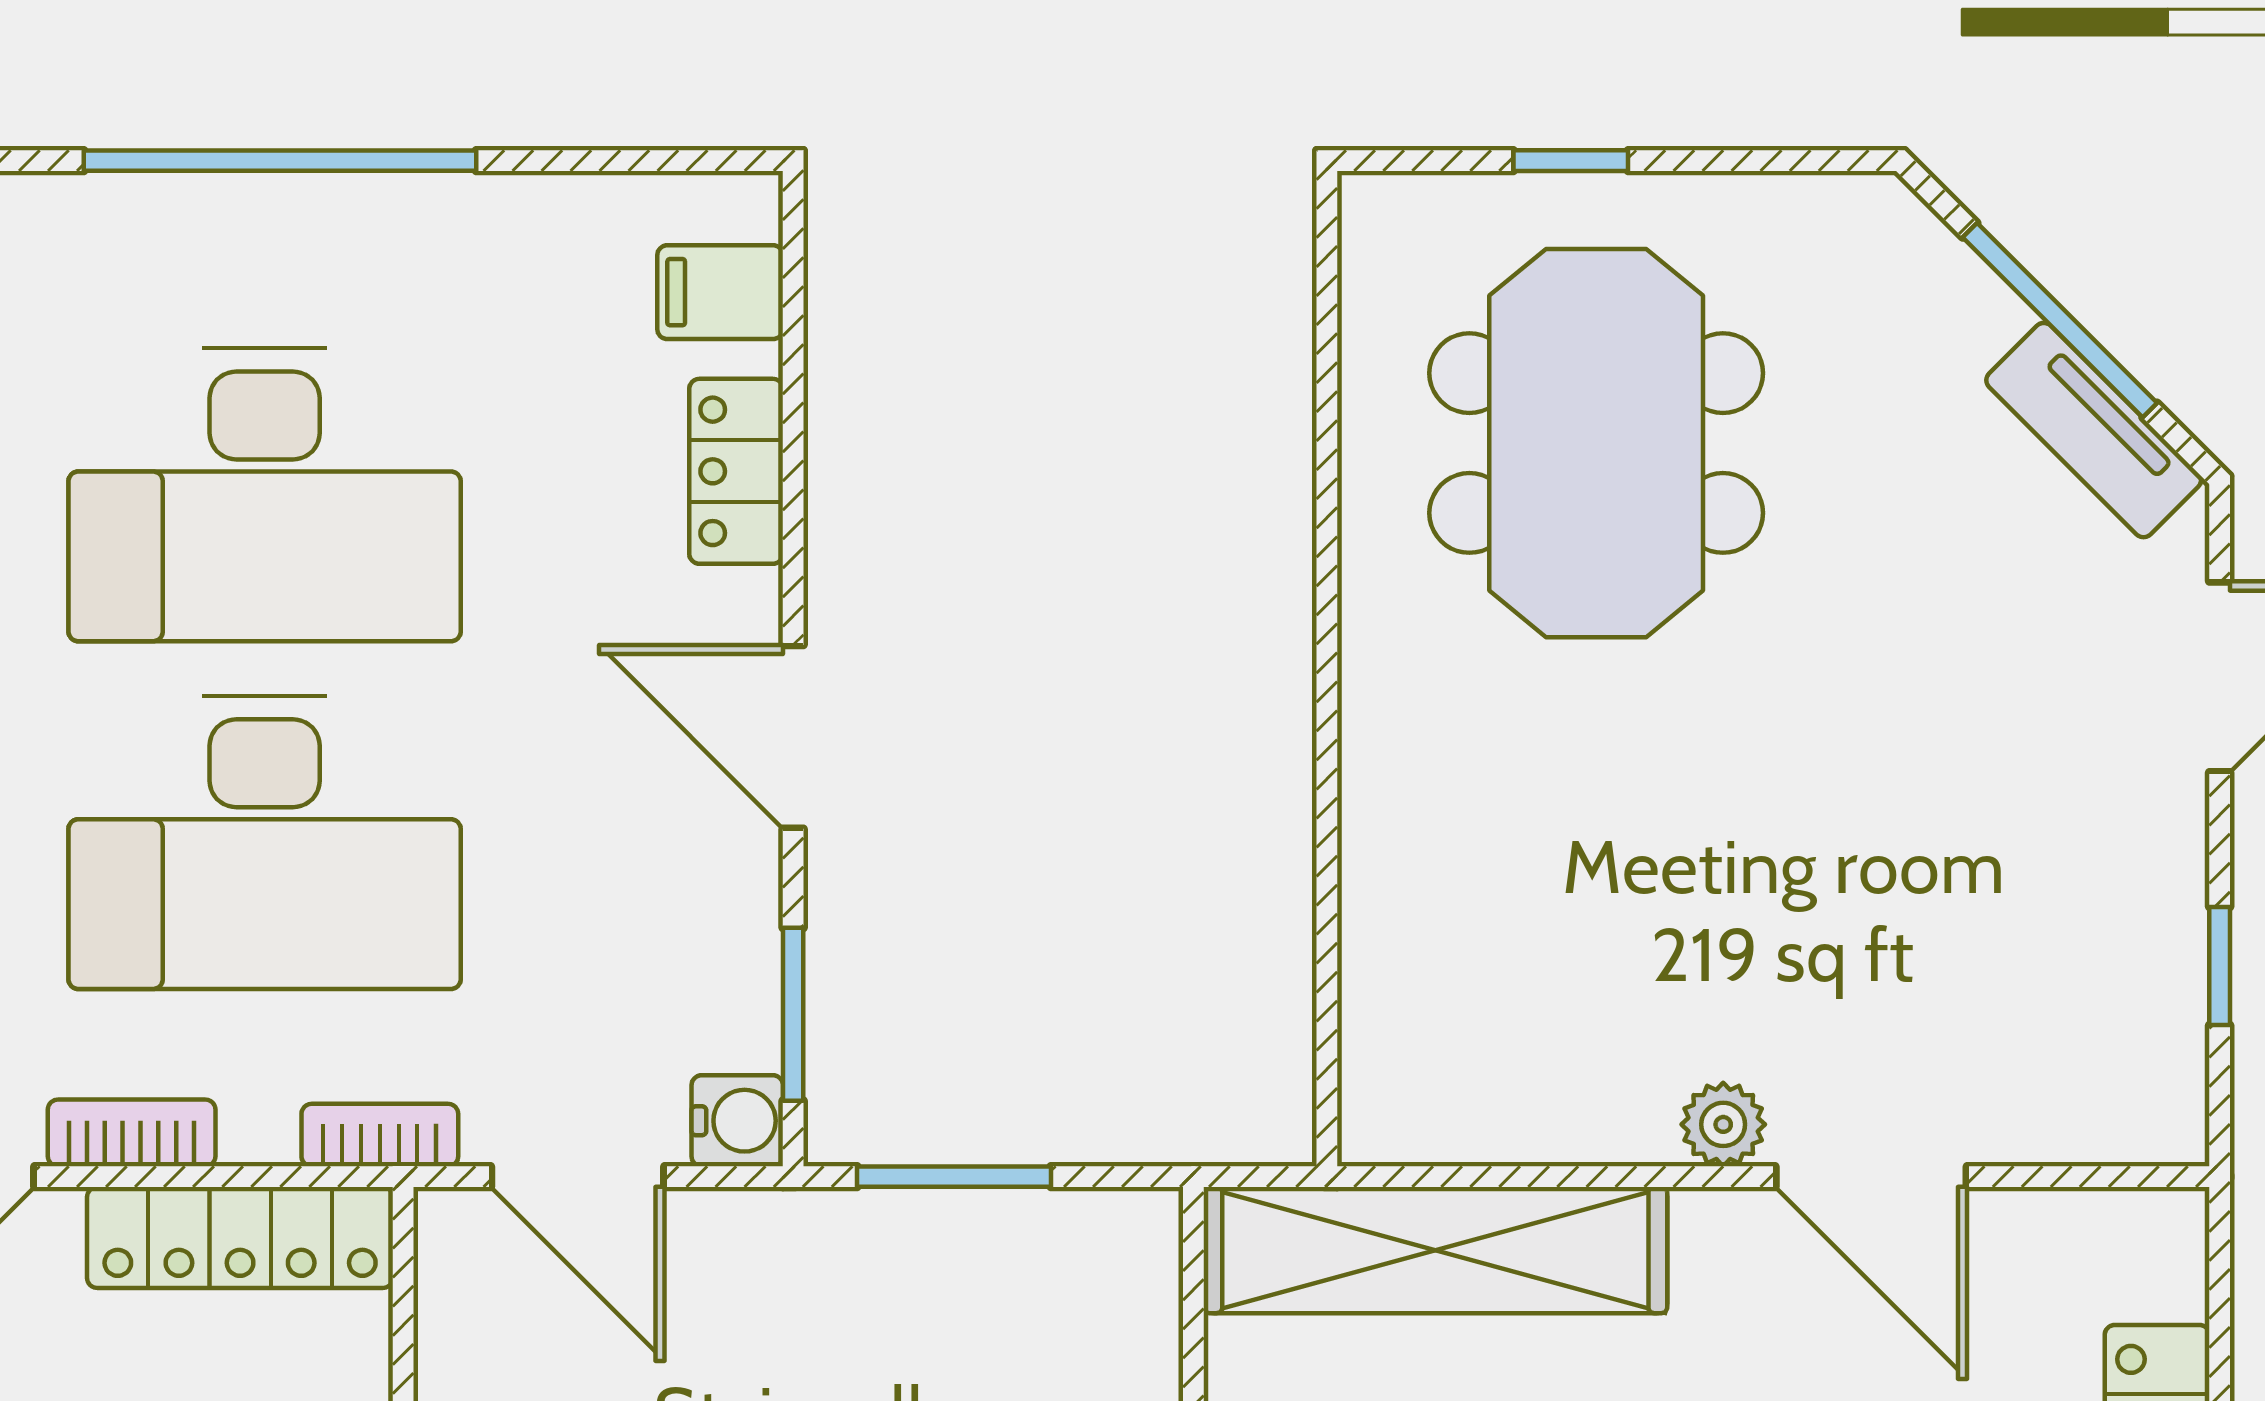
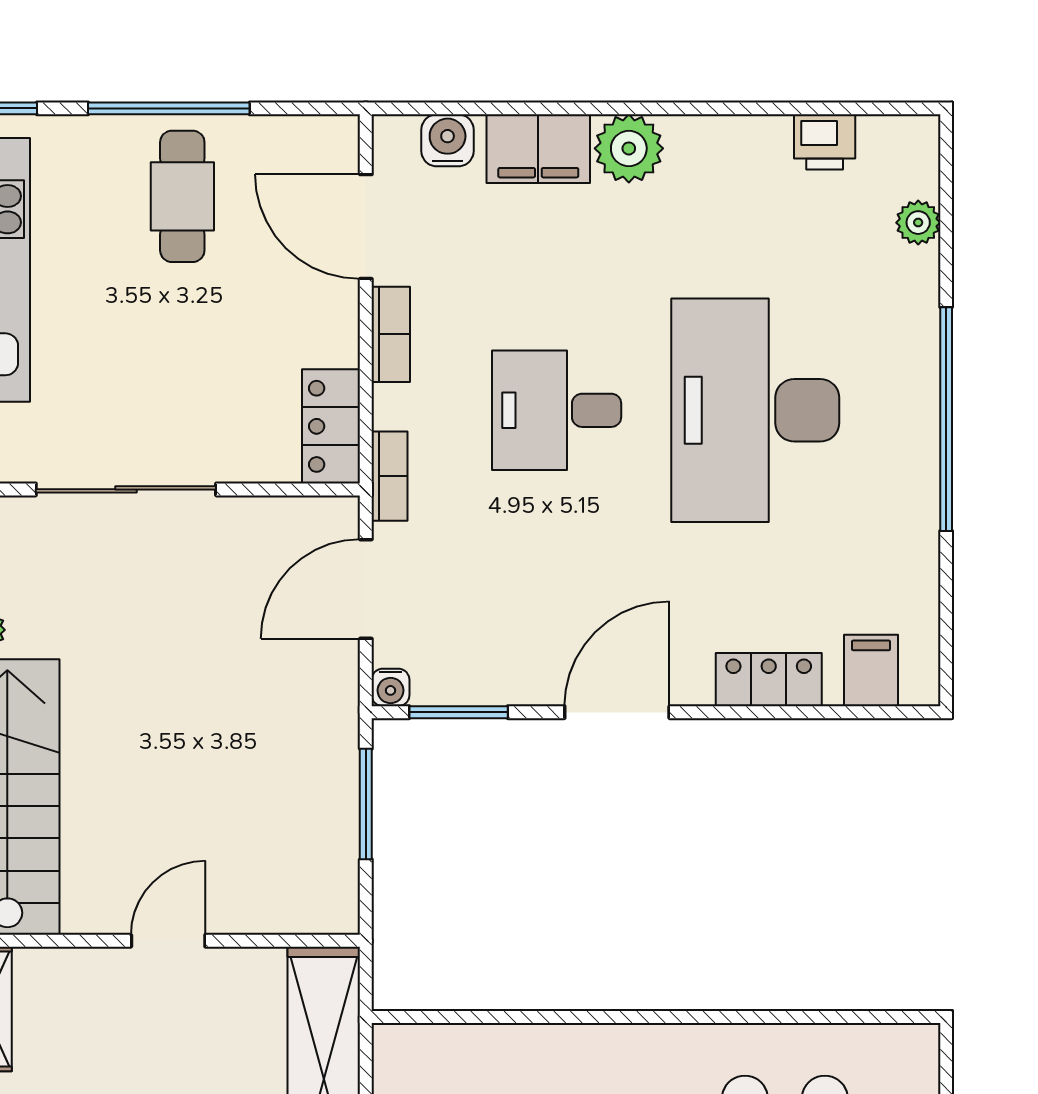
desk: (265, 842) -> (557, 410), width x0.53, depth x0.77
water cooler: (737, 1121) -> (391, 687), width x0.72, depth x0.72
locker: (240, 1237) -> (331, 426), width x0.66

